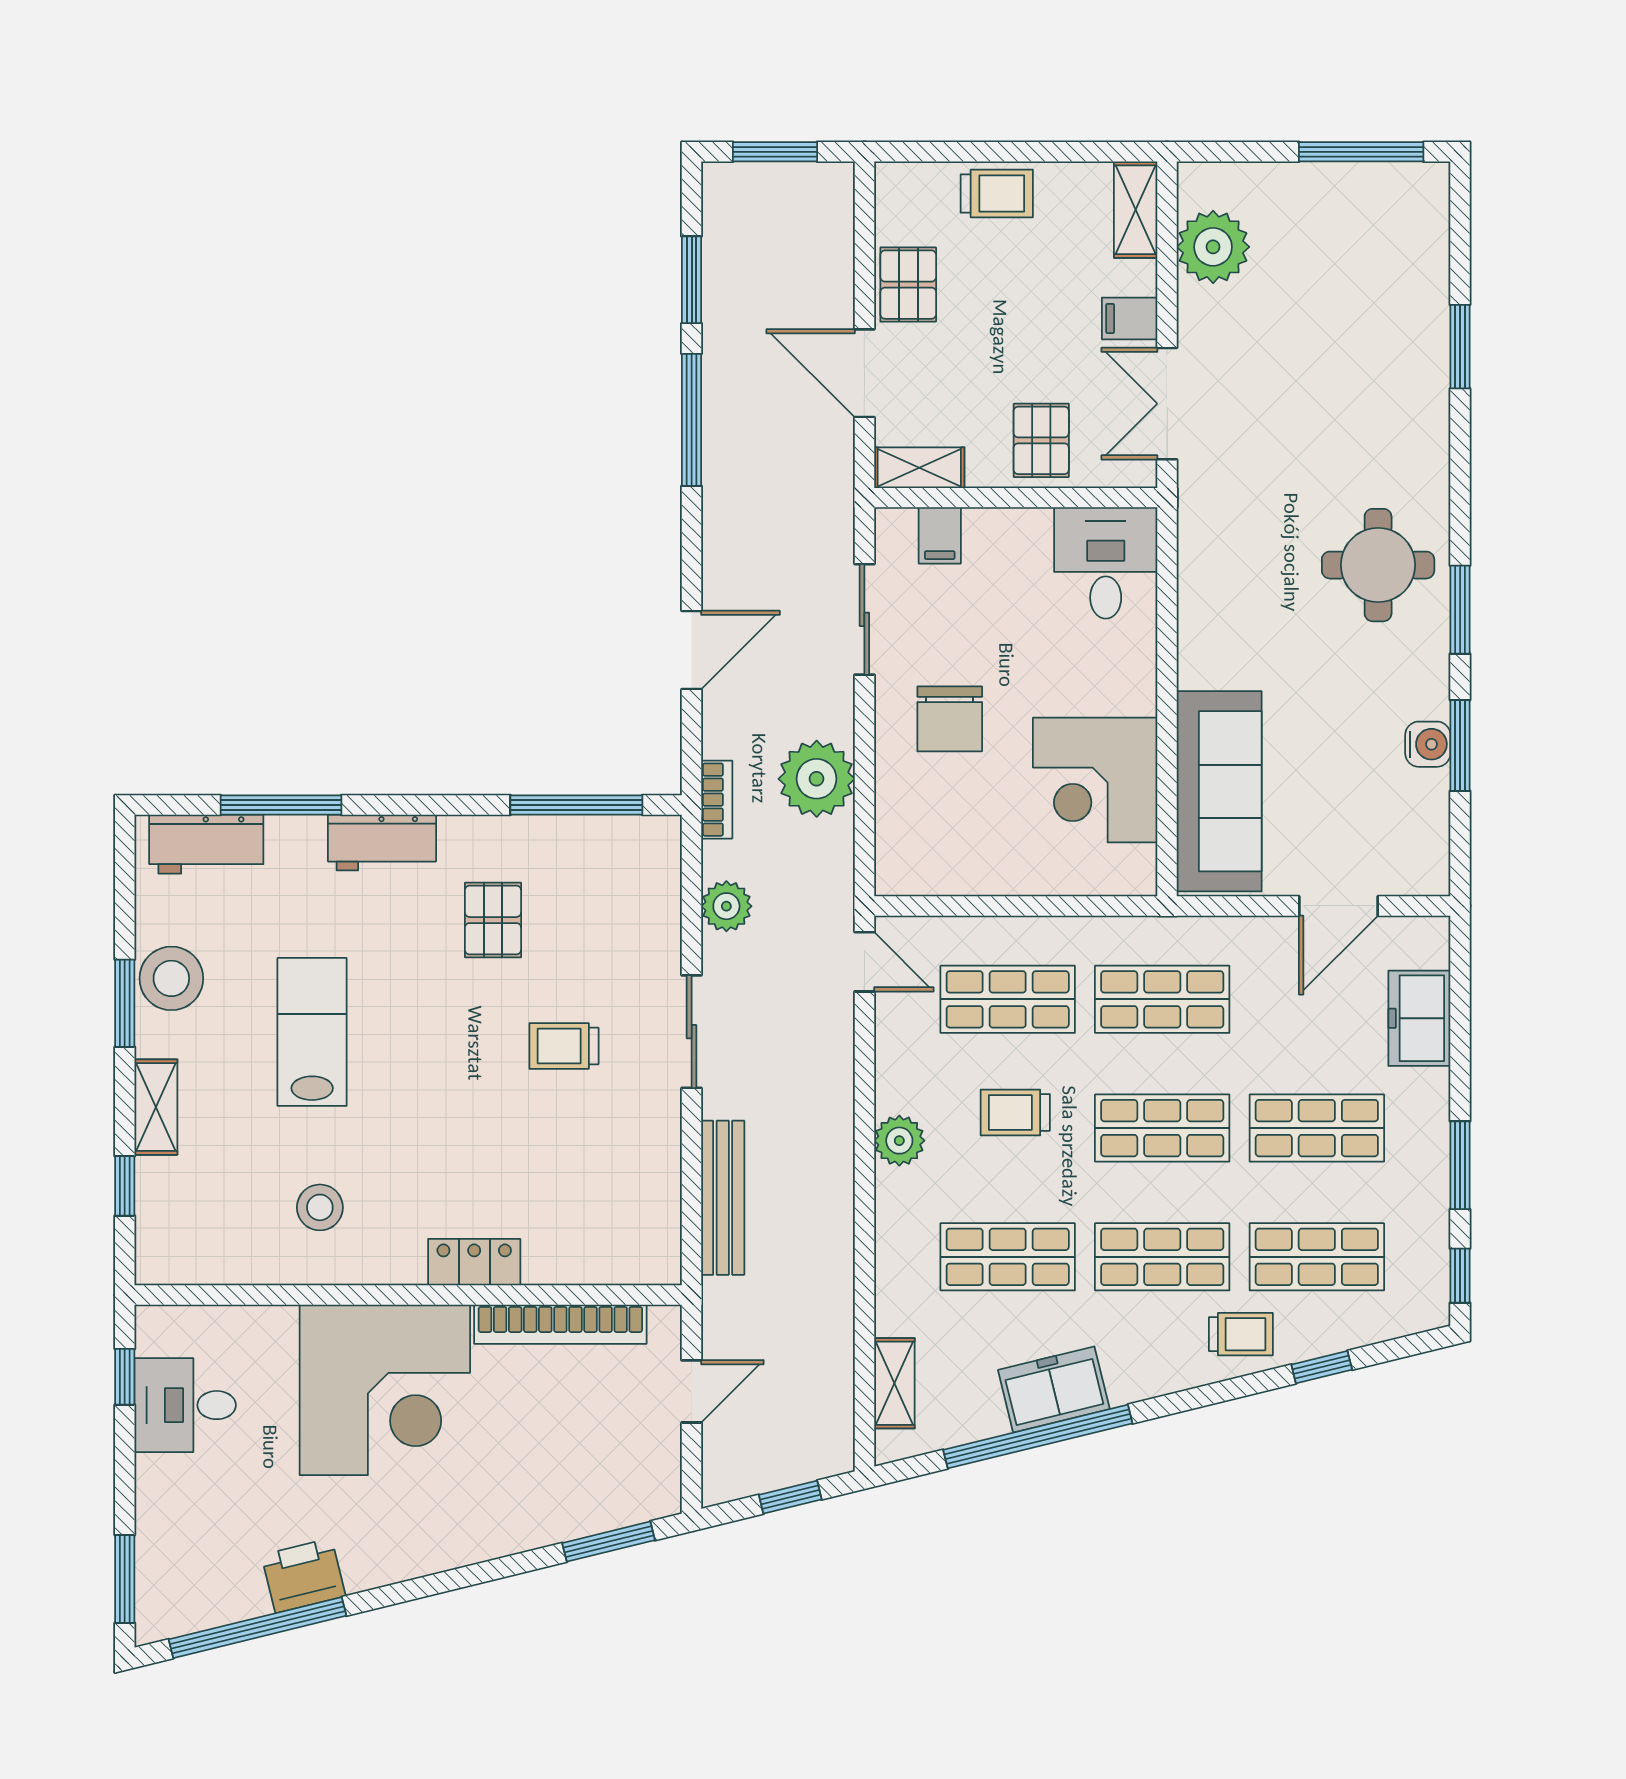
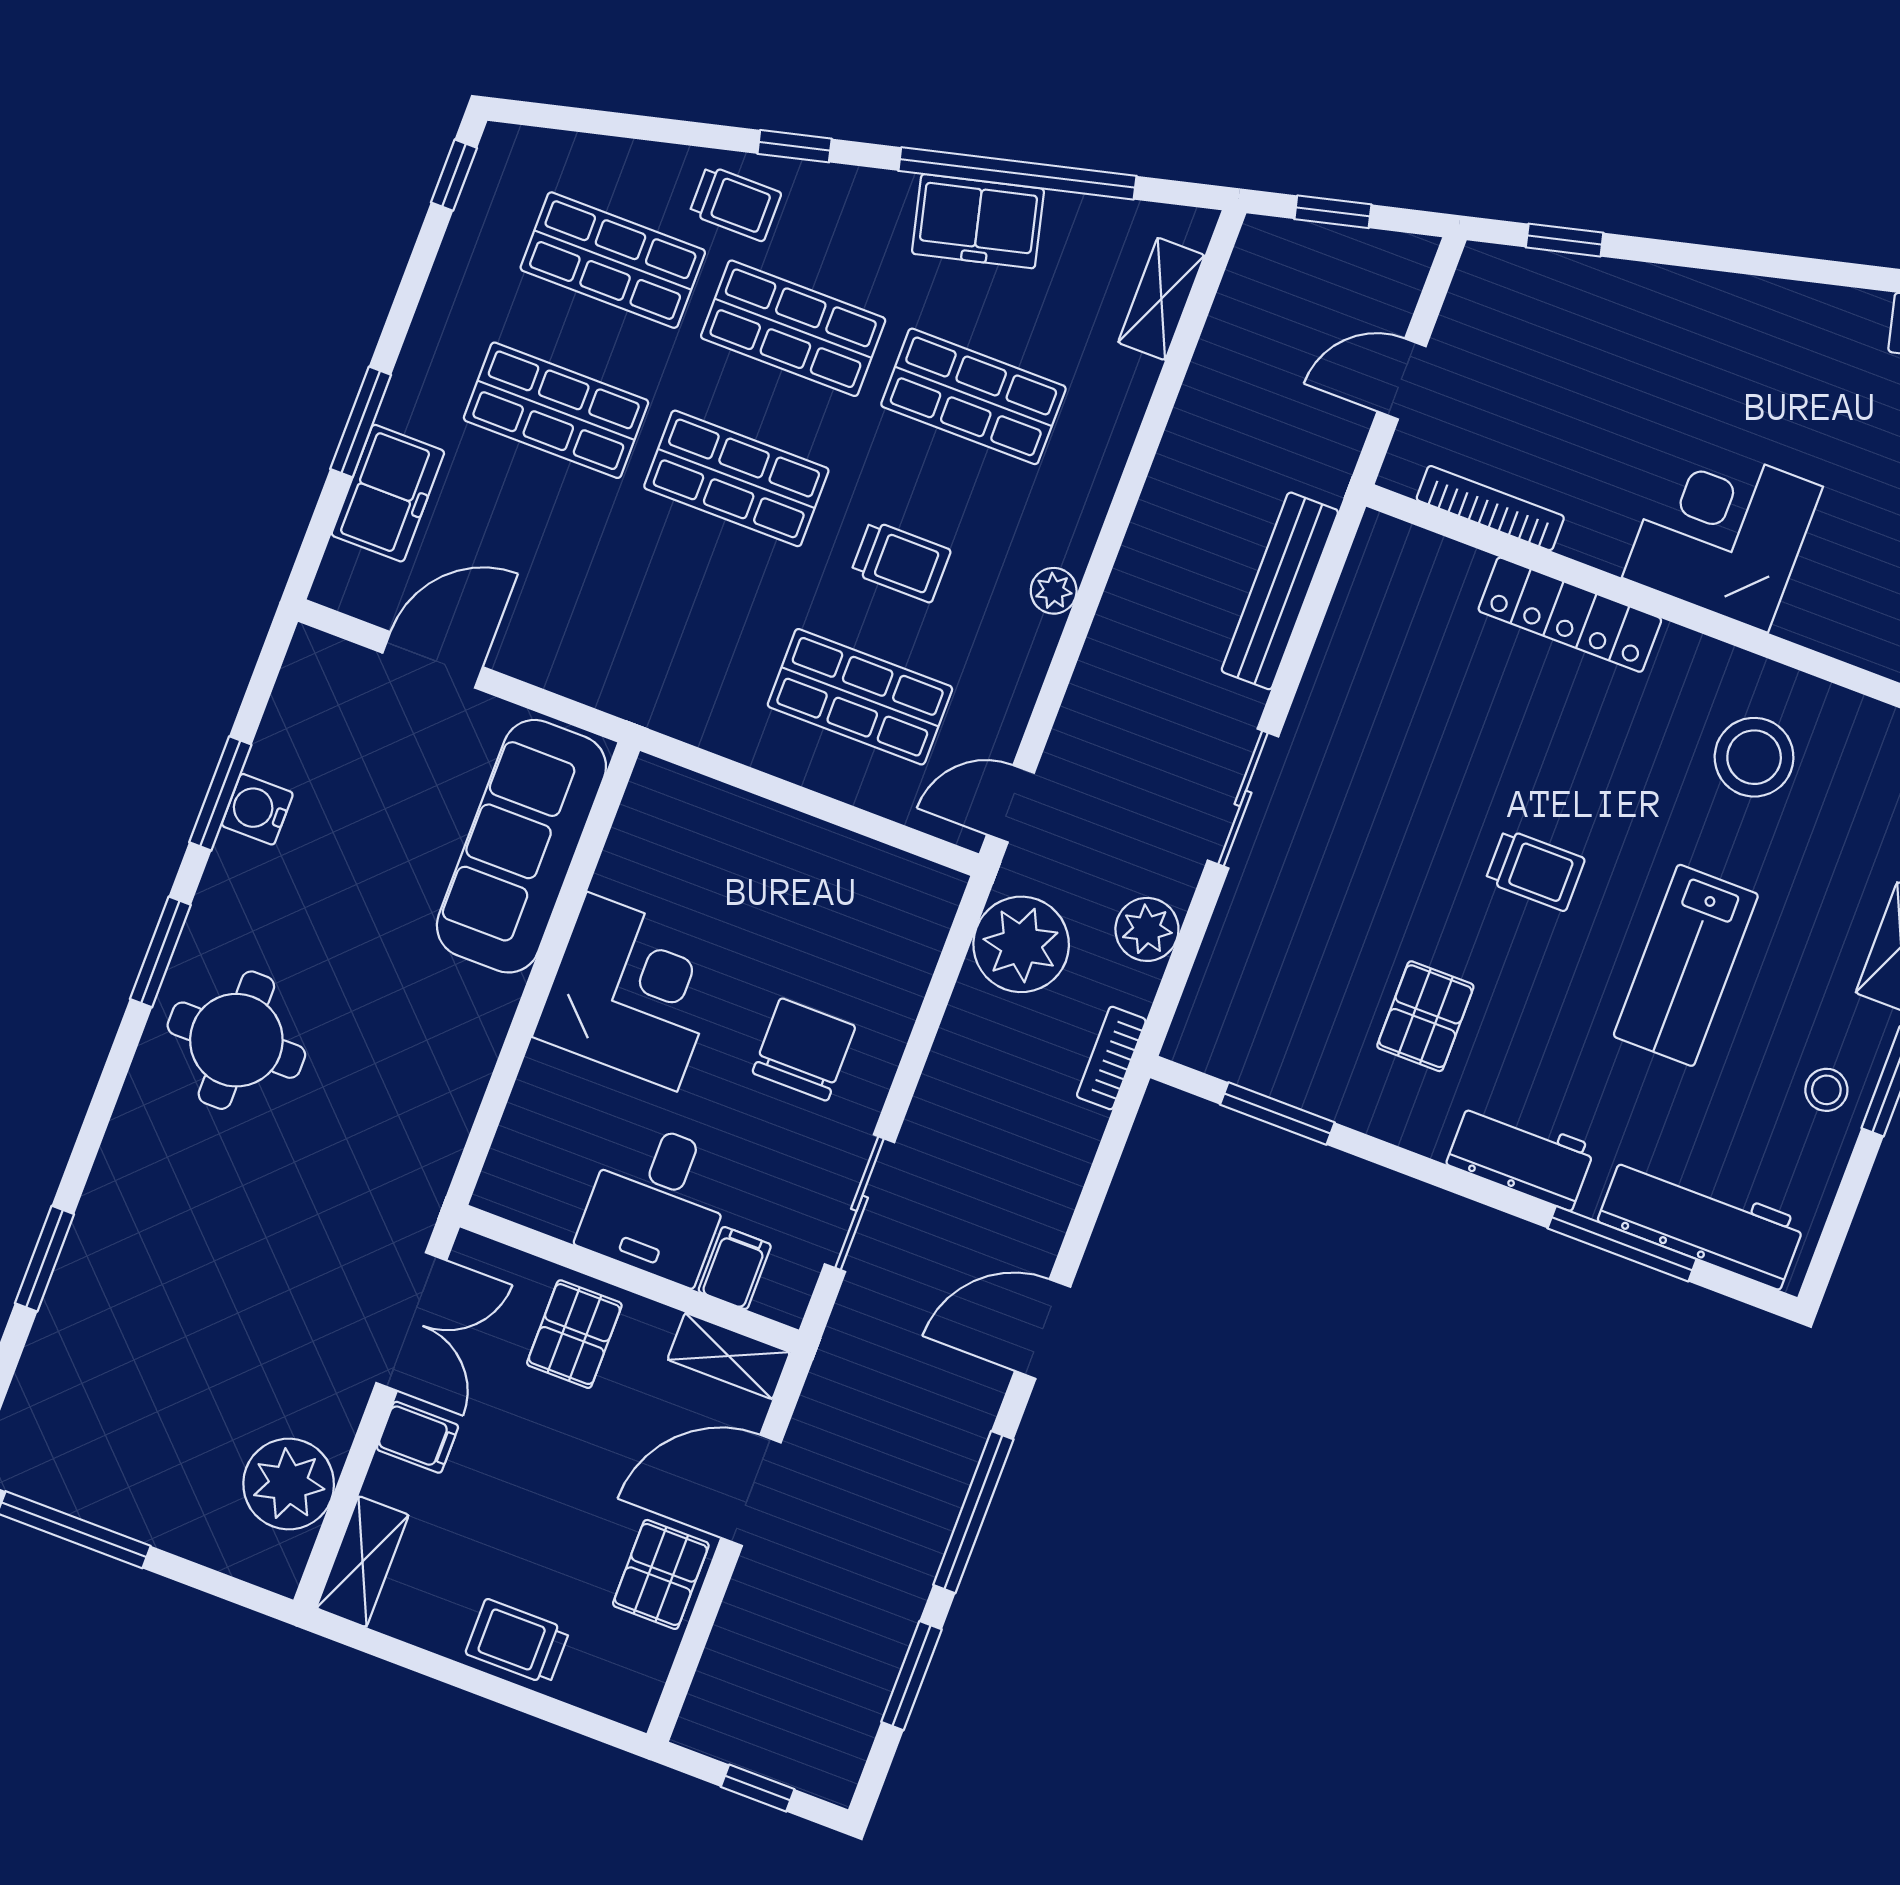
window: (775, 152) -> (758, 1788), width x0.67
door: (864, 373) -> (751, 1490), swing flipped
desk: (1106, 563) -> (657, 1202), moved
door: (692, 650) -> (1043, 1329), moved
plant: (817, 779) -> (1021, 944), moved
corner desk: (1095, 780) -> (632, 992), moved
window: (576, 805) -> (1277, 1114), width x0.69
workbench: (206, 844) -> (1701, 1222), width x1.38
door: (864, 962) -> (1010, 804), hinge flipped
stool: (171, 978) -> (1826, 1090), width x0.53, depth x0.53
shop shelf: (1162, 999) -> (680, 629), removed
trolley: (564, 1046) -> (1535, 870), moved
plant: (899, 1141) -> (1054, 591), width x0.73, depth x0.73
window: (1460, 1165) -> (361, 422), moved
stool: (320, 1207) -> (1754, 757), width x1.38, depth x1.38
locker: (474, 1262) -> (1570, 615), width x1.53
bookcase: (560, 1324) -> (1490, 508), width x0.68, depth x0.76
trolley: (1241, 1334) -> (735, 203), turned 180
window: (1322, 1367) -> (795, 146), moved
corner desk: (385, 1390) -> (1722, 532), width x0.74, depth x0.74
window: (609, 1542) -> (1565, 240), width x0.67

